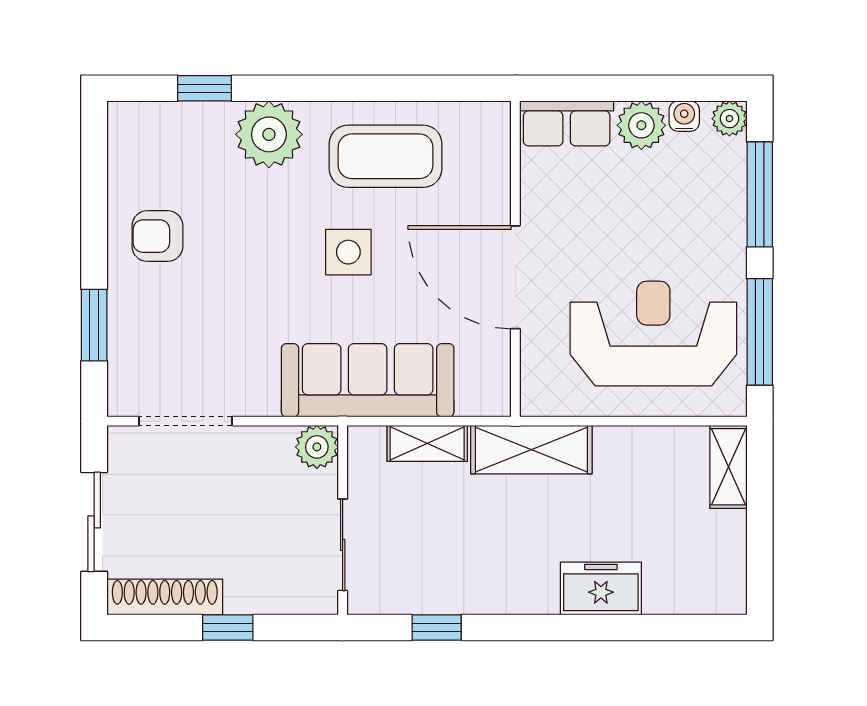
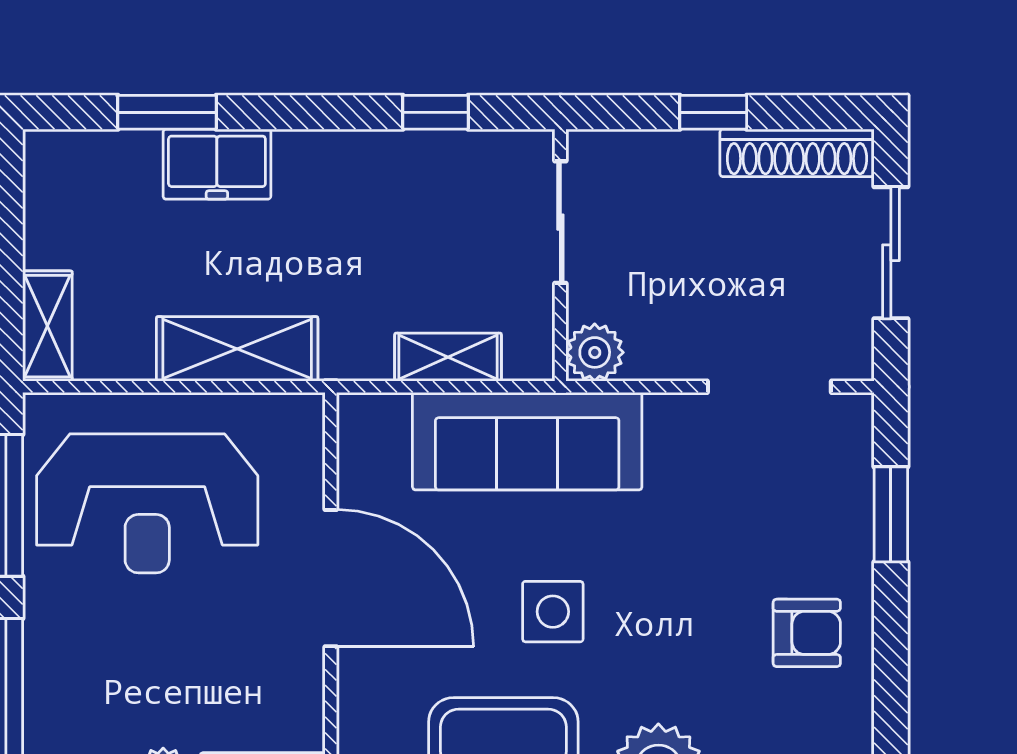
shelving: (531, 450) -> (237, 349), moved
window: (638, 628) -> (167, 112), added

